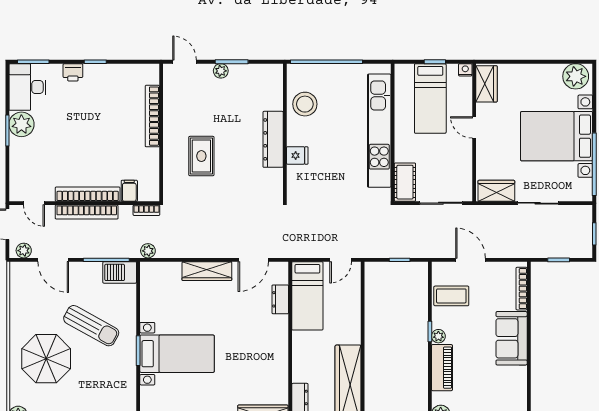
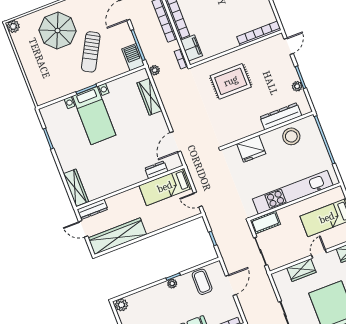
plant: (221, 71) -> (297, 86), moved
bookcase: (152, 116) -> (259, 33), moved
dresser: (273, 139) -> (281, 116), moved
fridge: (297, 155) -> (251, 149), width x1.88, depth x1.34
rug: (201, 156) -> (231, 81), width x1.36, depth x1.43
filing cabinet: (129, 191) -> (192, 48), width x2.00
wardrobe: (496, 191) -> (301, 270), moved, turned 90
door: (253, 260) -> (175, 142), hinge flipped
wardrobe: (207, 271) -> (149, 97), moved
piano: (442, 368) -> (152, 294), removed

